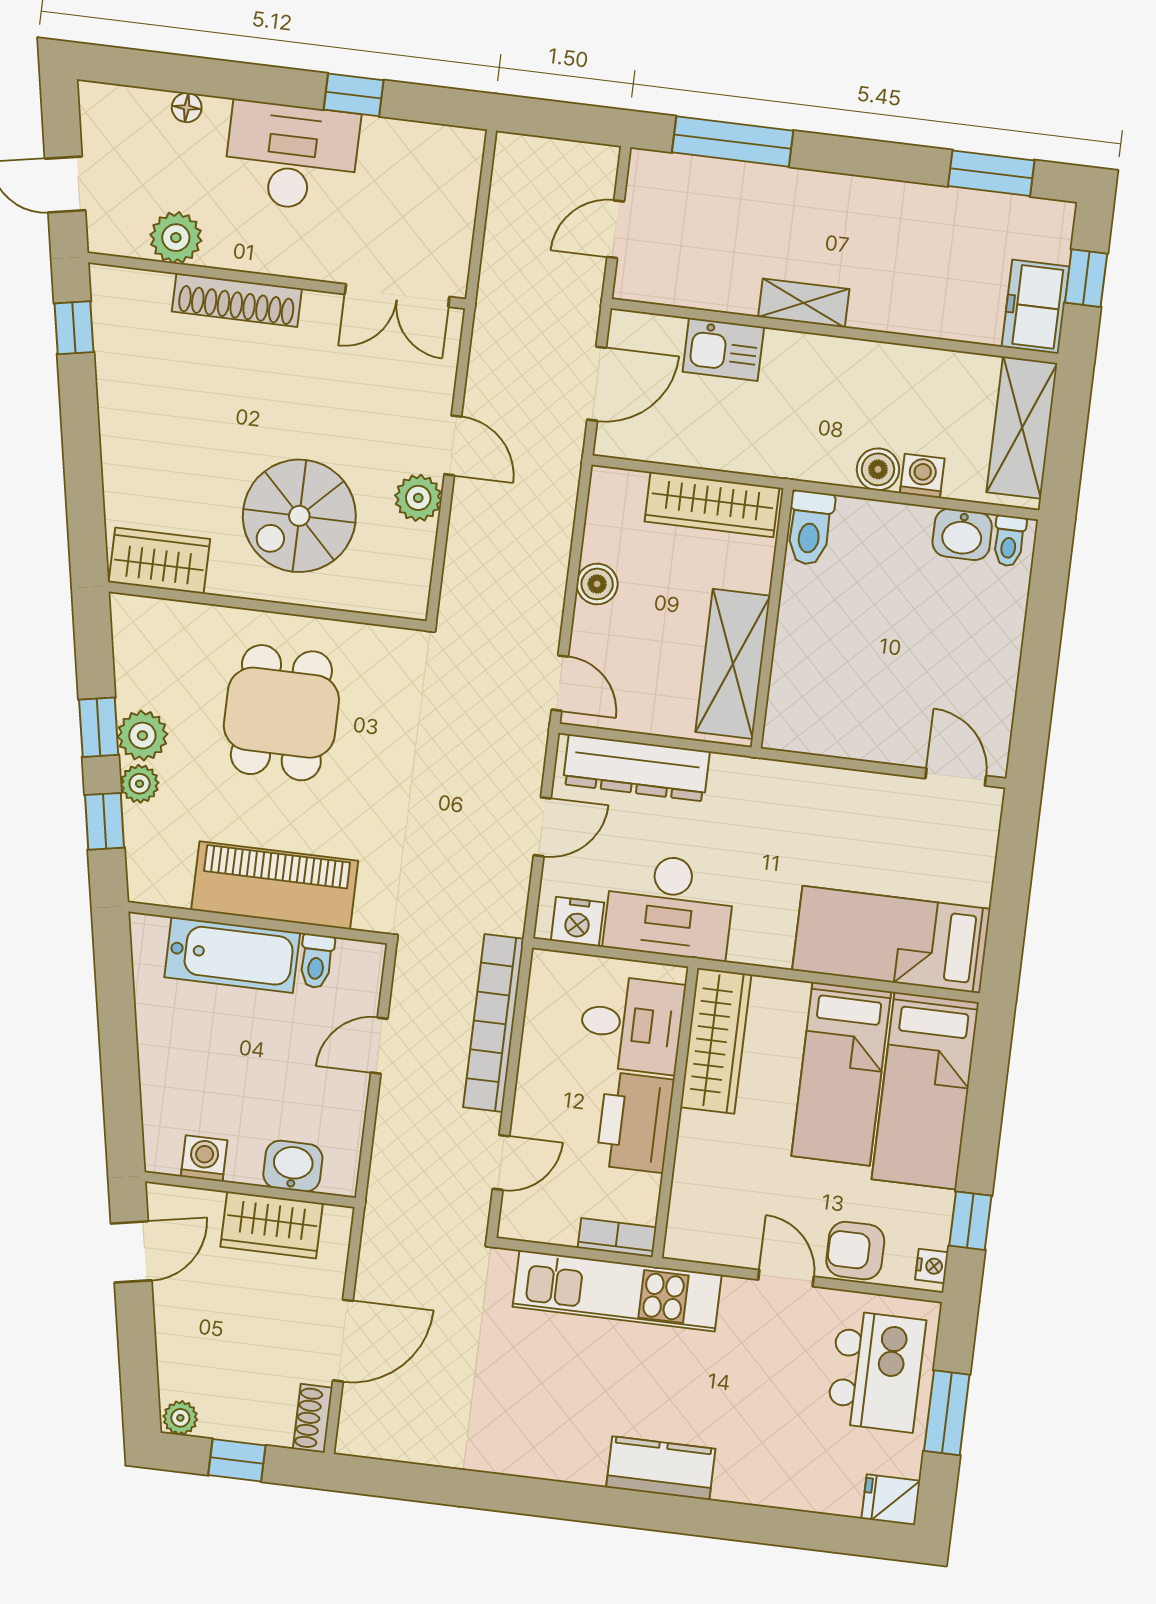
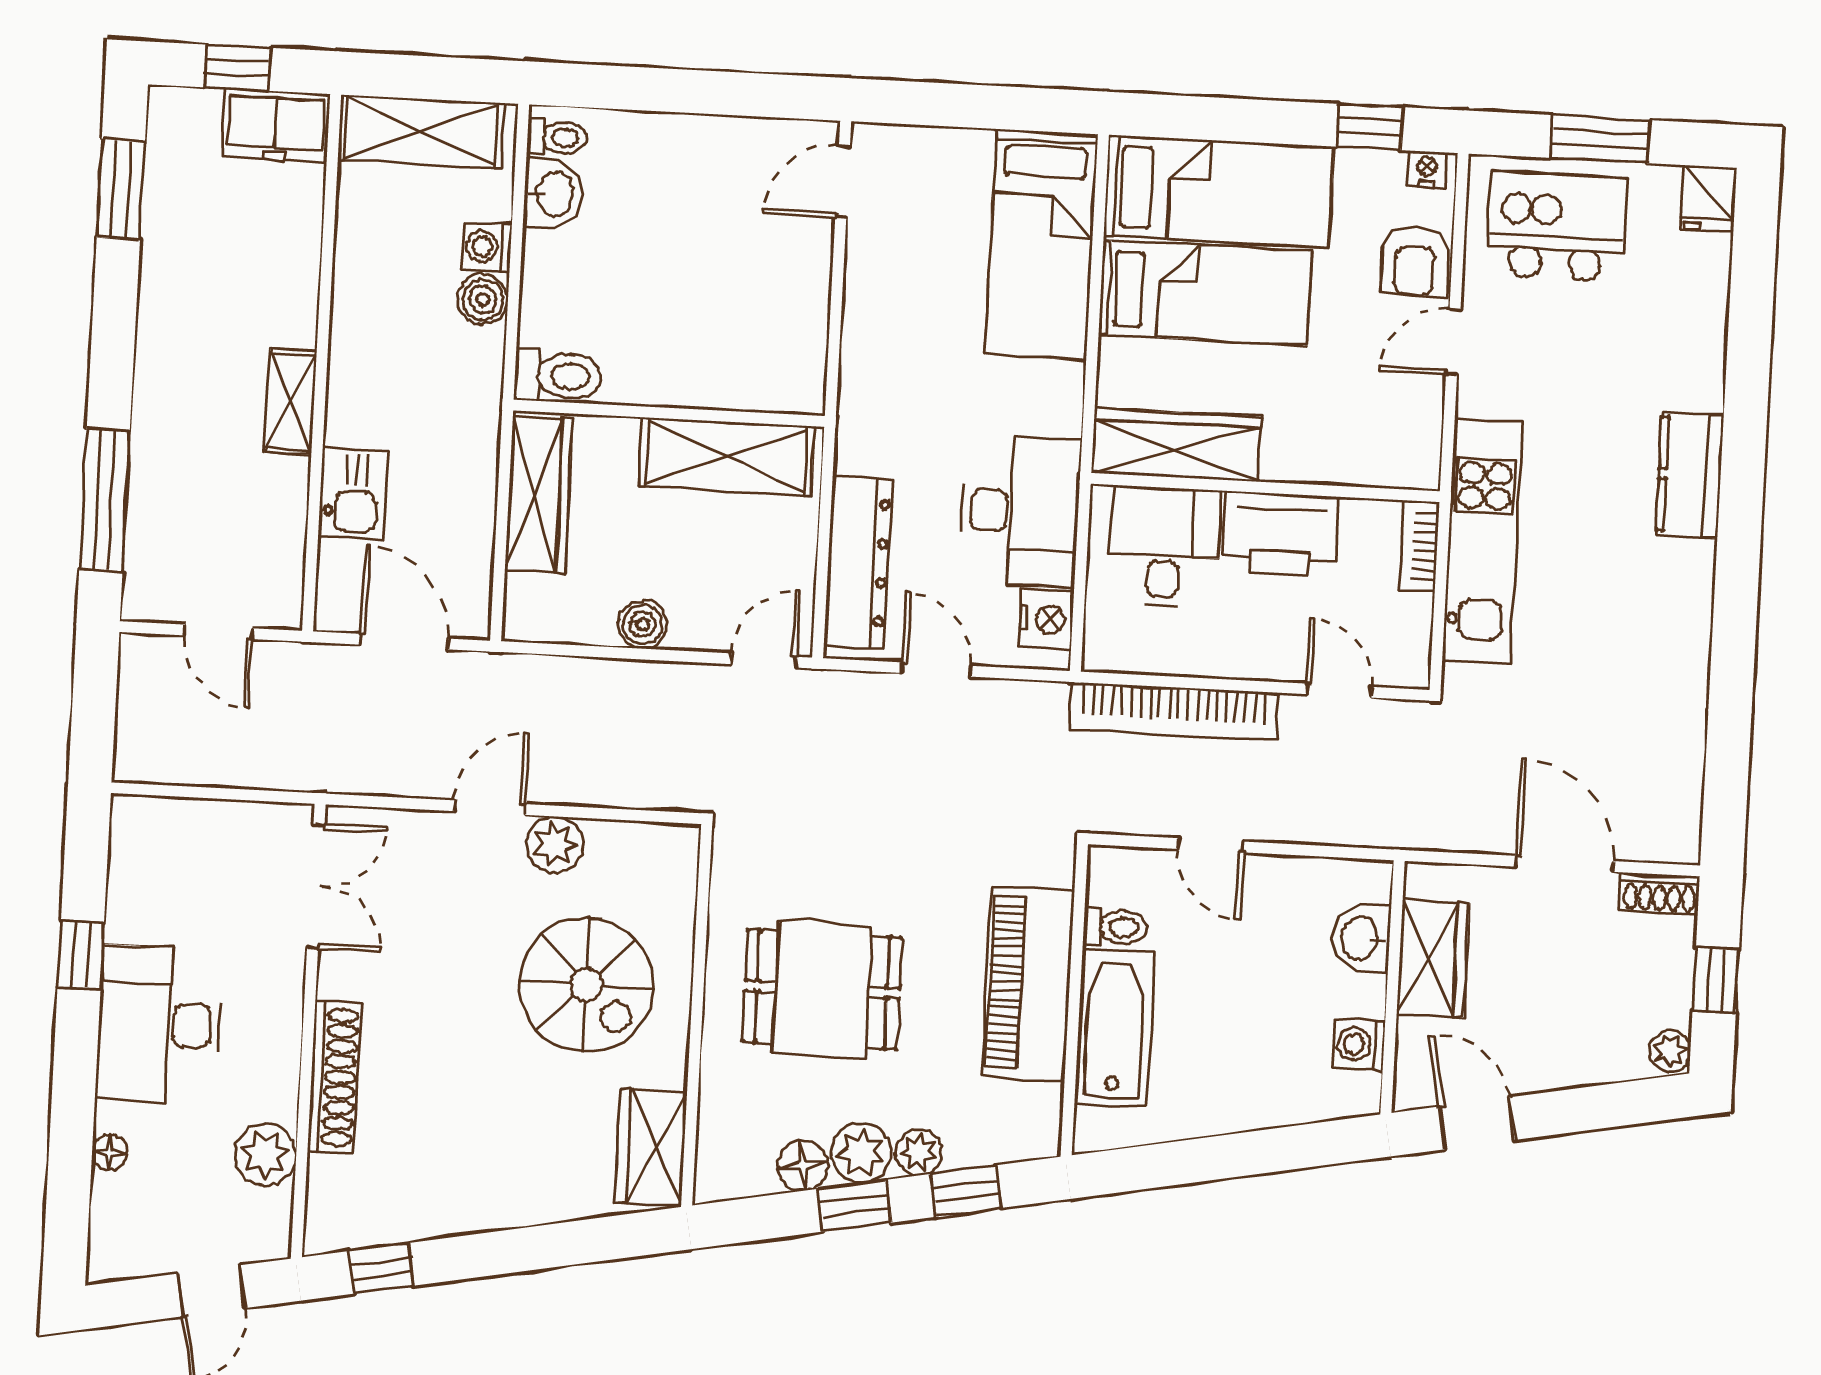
floor lamp: (135, 686) -> (803, 1166), added

